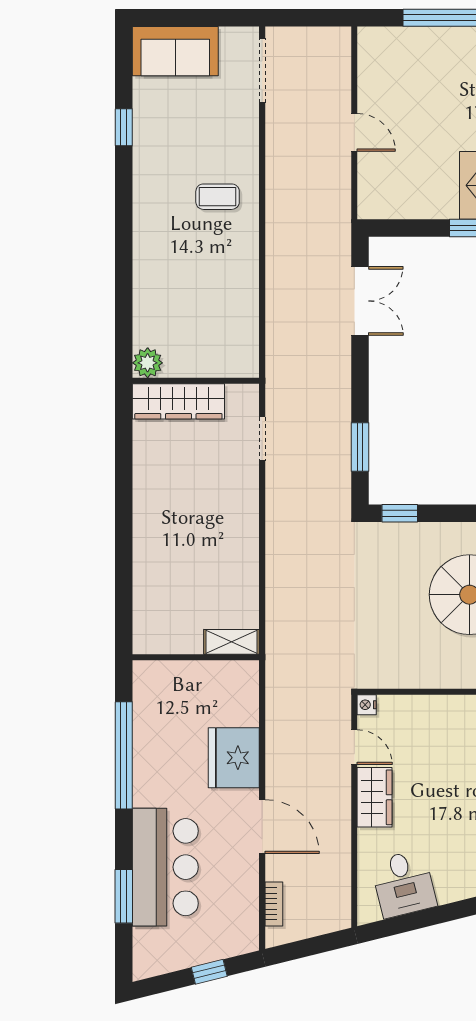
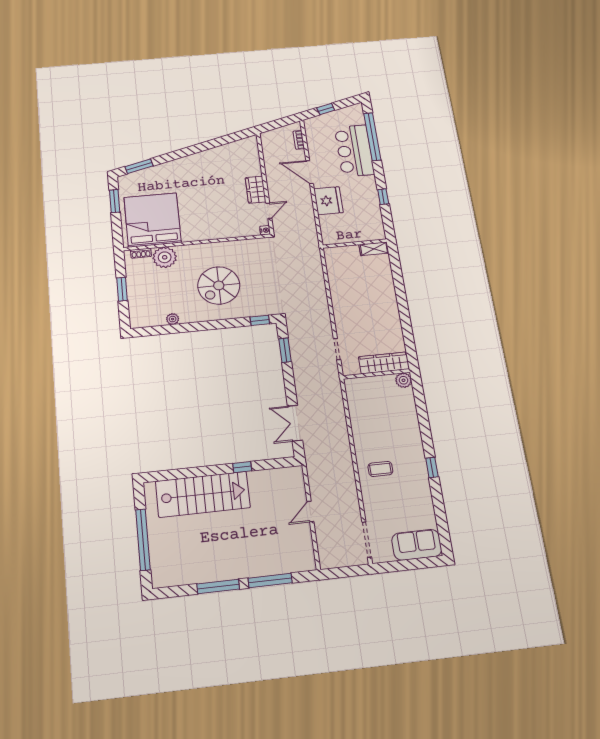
window: (124, 127) -> (432, 468), moved
door: (354, 132) -> (310, 511), hinge flipped
shelving: (232, 642) -> (374, 249), moved
door: (354, 747) -> (269, 211), swing flipped
window: (124, 755) -> (383, 197), width x0.32
desk: (404, 884) -> (236, 154), removed
window: (124, 896) -> (372, 137), width x2.11

